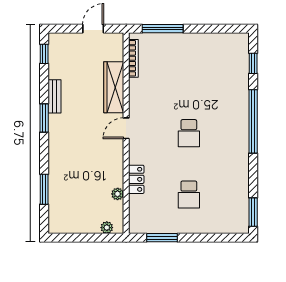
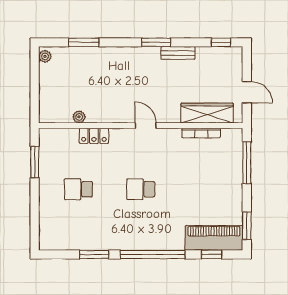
window: (225, 29) -> (247, 226), added
bookcase: (133, 58) -> (201, 133), moved
piano: (237, 61) -> (214, 238), added
wardrobe: (114, 87) -> (207, 113), moved
window: (253, 212) -> (94, 254), moved
plant: (107, 228) -> (45, 56), moved

